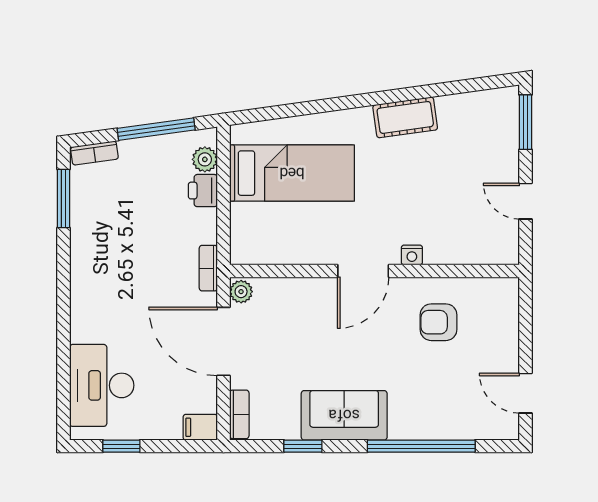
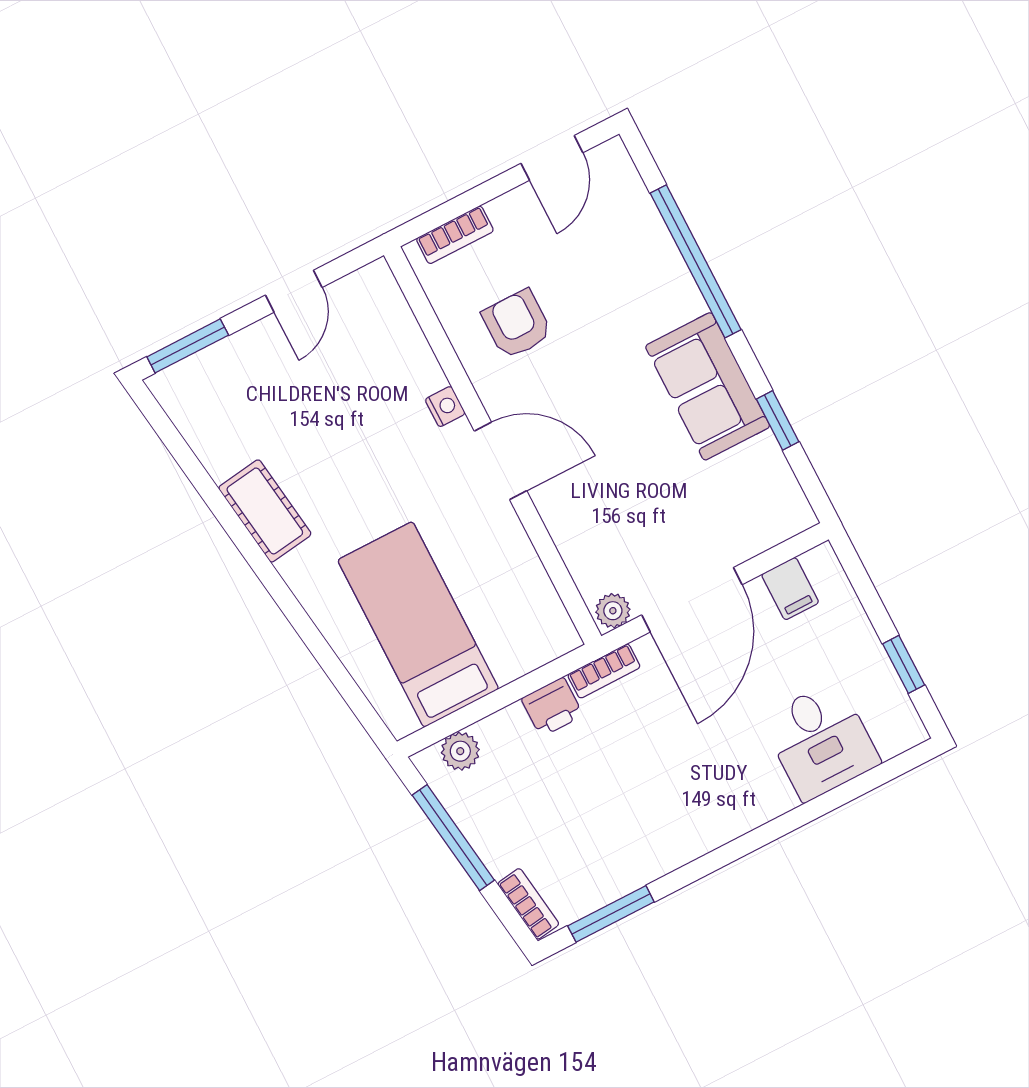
printer: (203, 191) -> (552, 707), moved
armchair: (439, 322) -> (517, 324), turned 180
desk: (102, 385) -> (821, 741), width x0.73
bookcase: (239, 414) -> (455, 235), moved, turned 180
filing cabinet: (200, 427) -> (790, 589), moved

